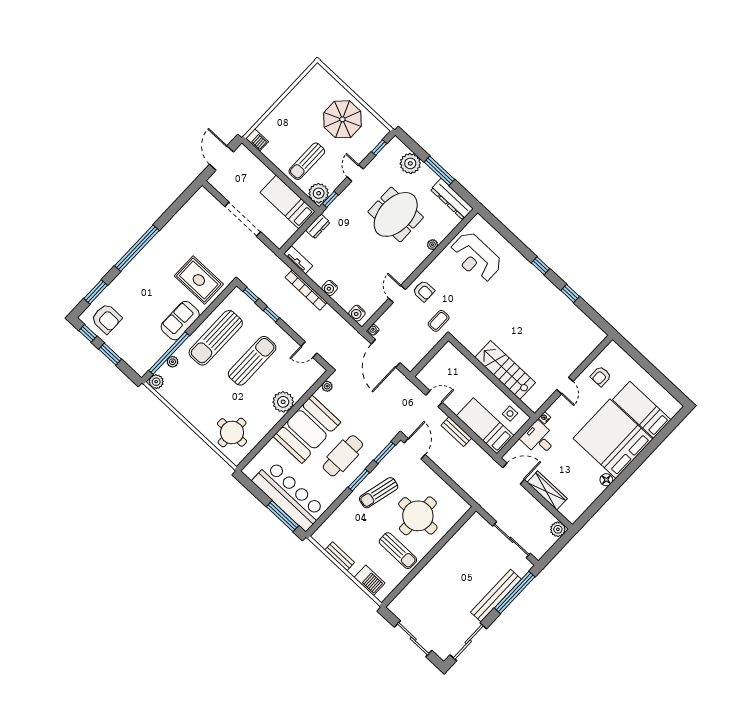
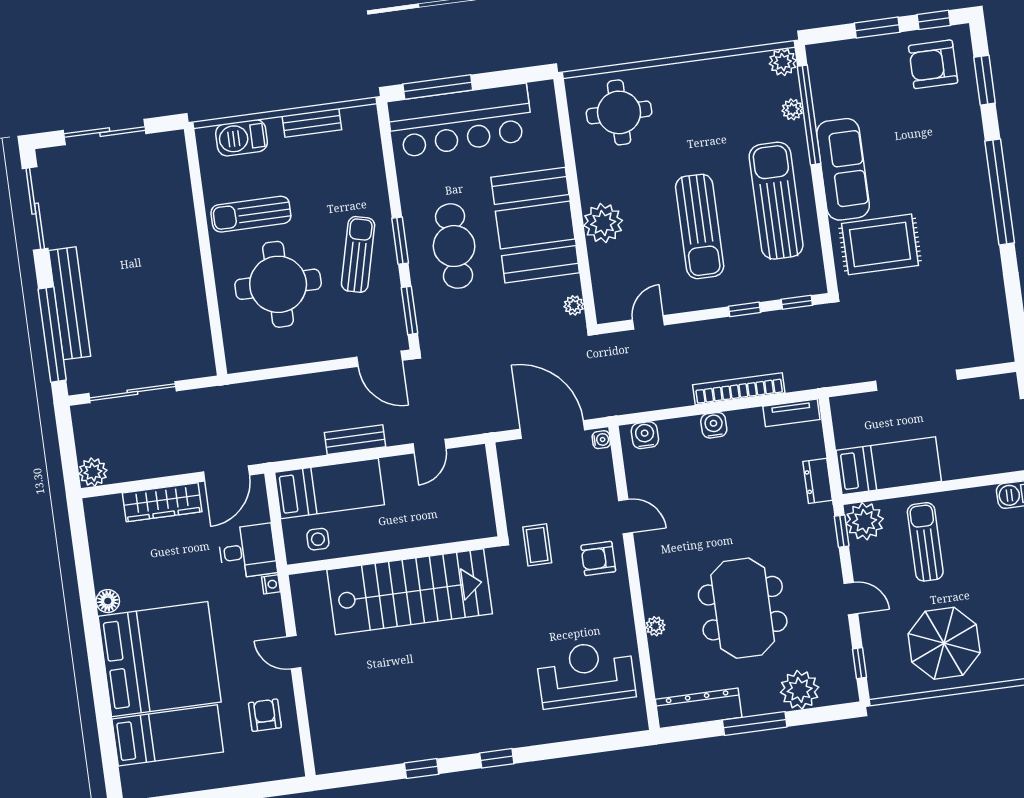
sofa: (180, 321) -> (843, 169), width x1.36
stairs: (505, 370) -> (410, 592), width x1.36, depth x1.51

